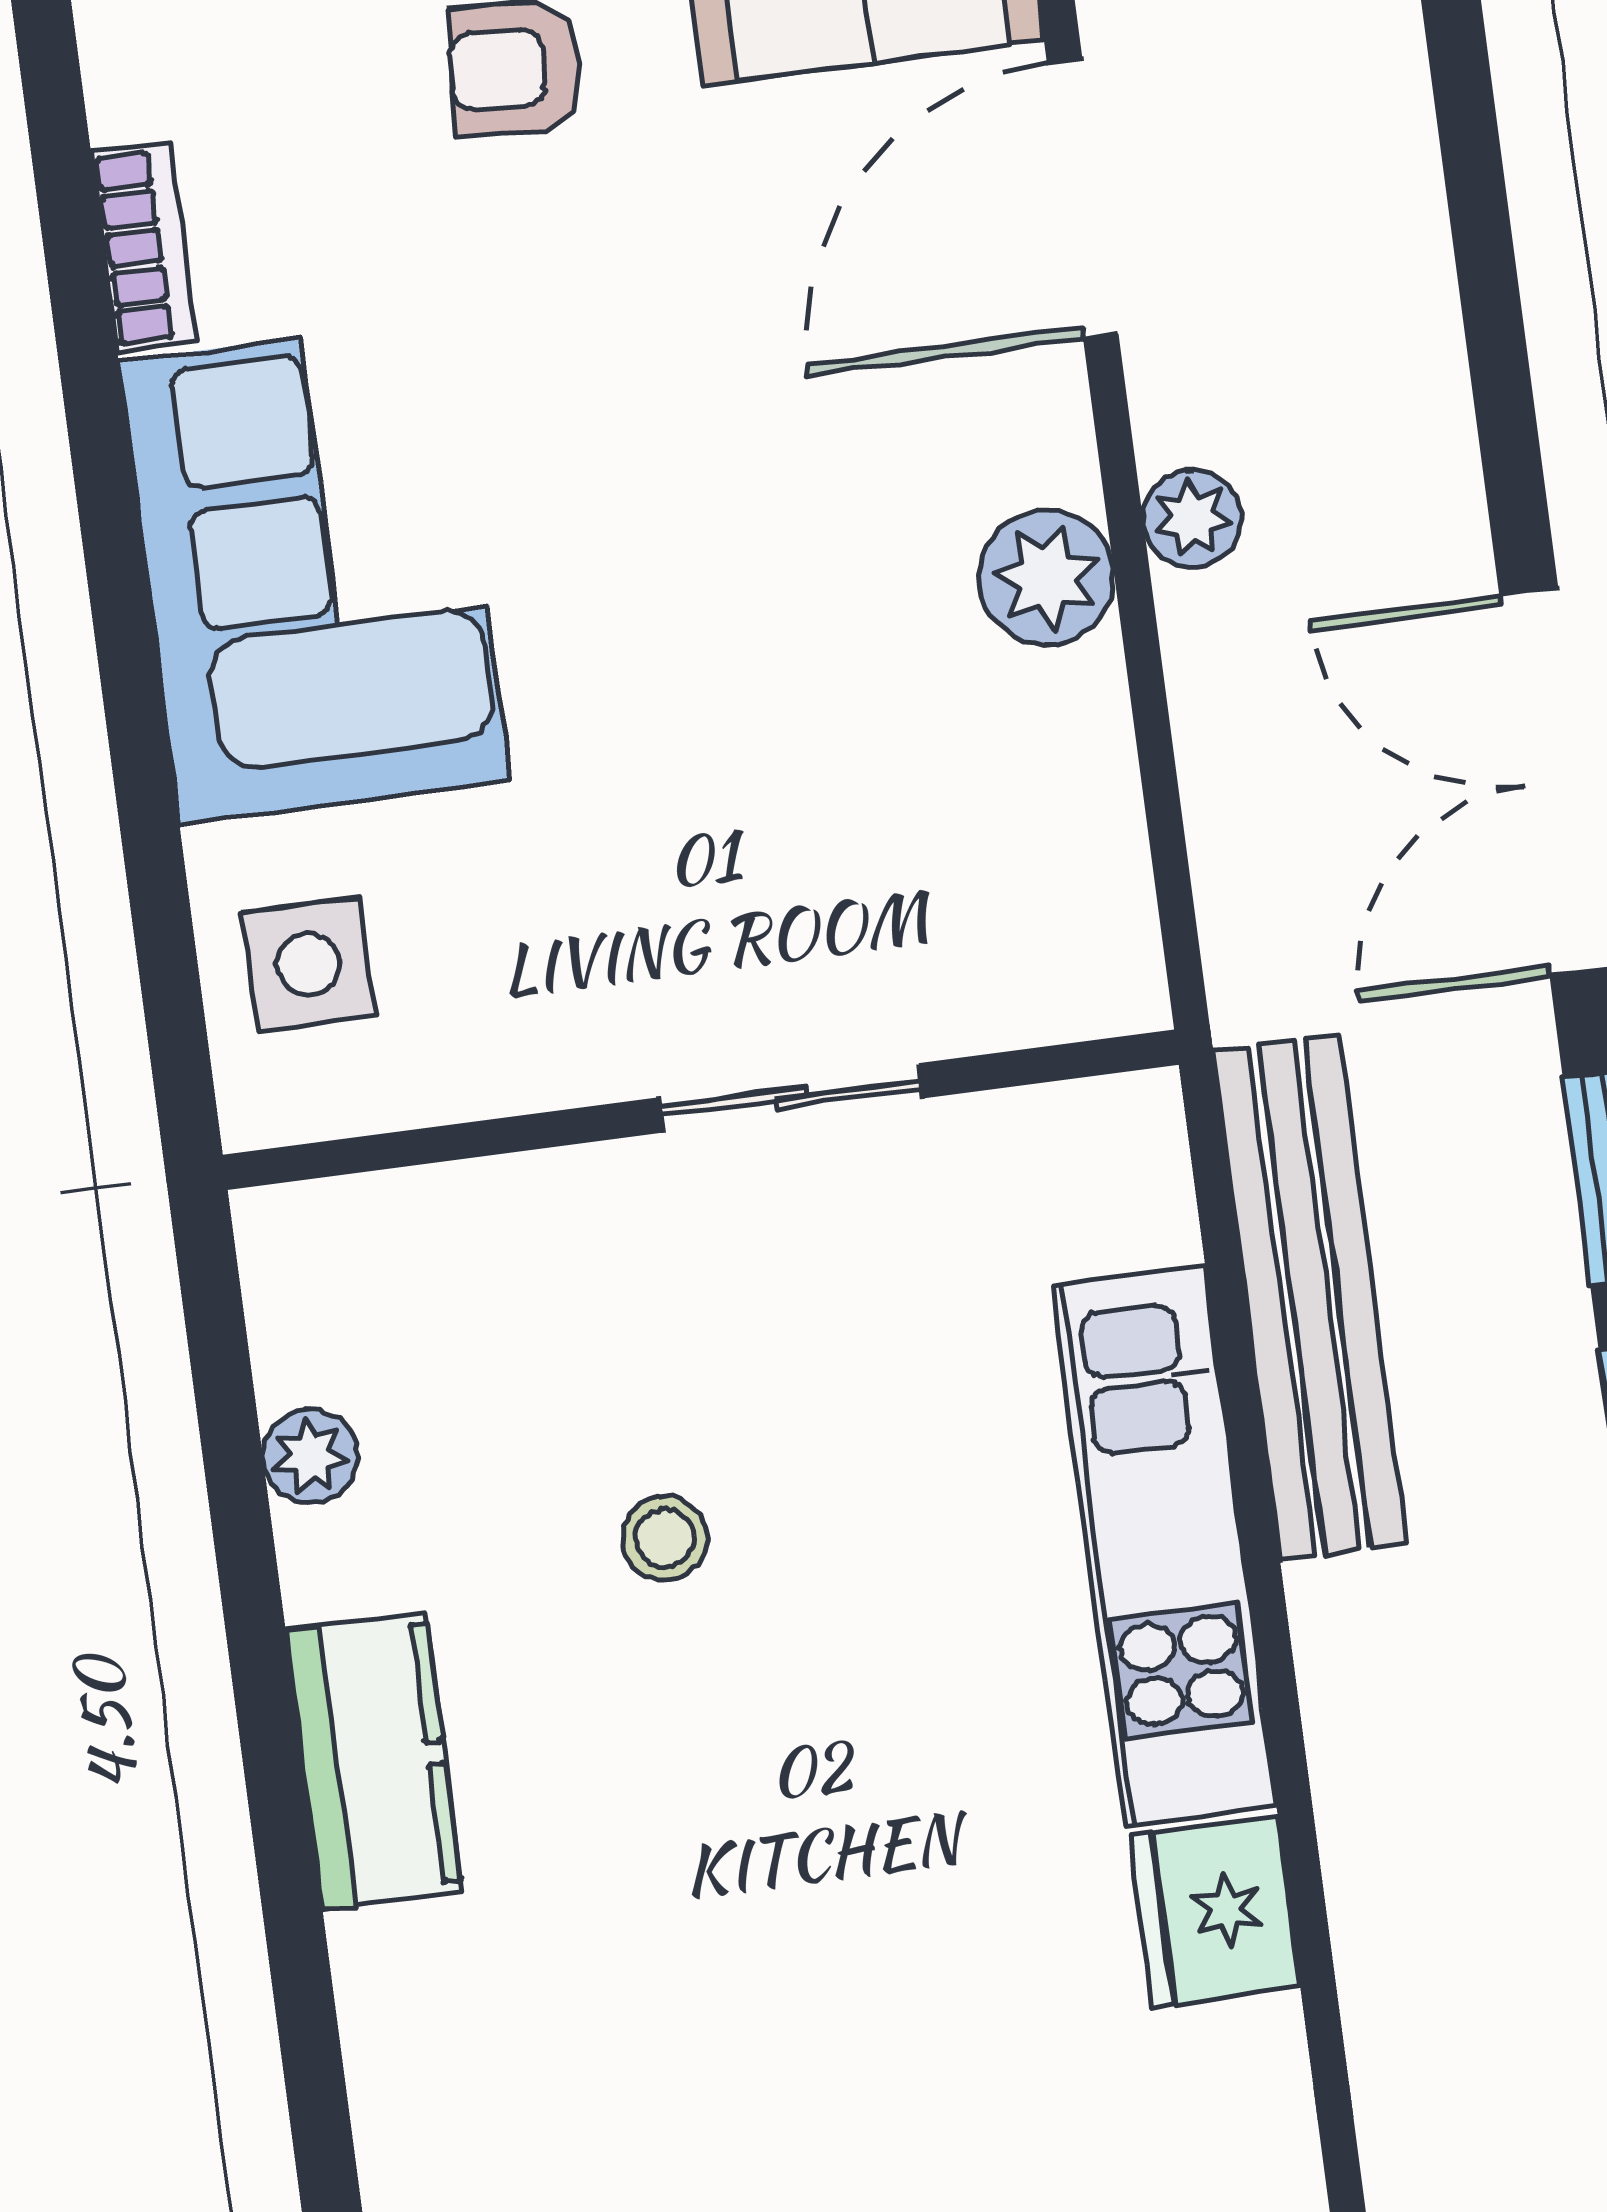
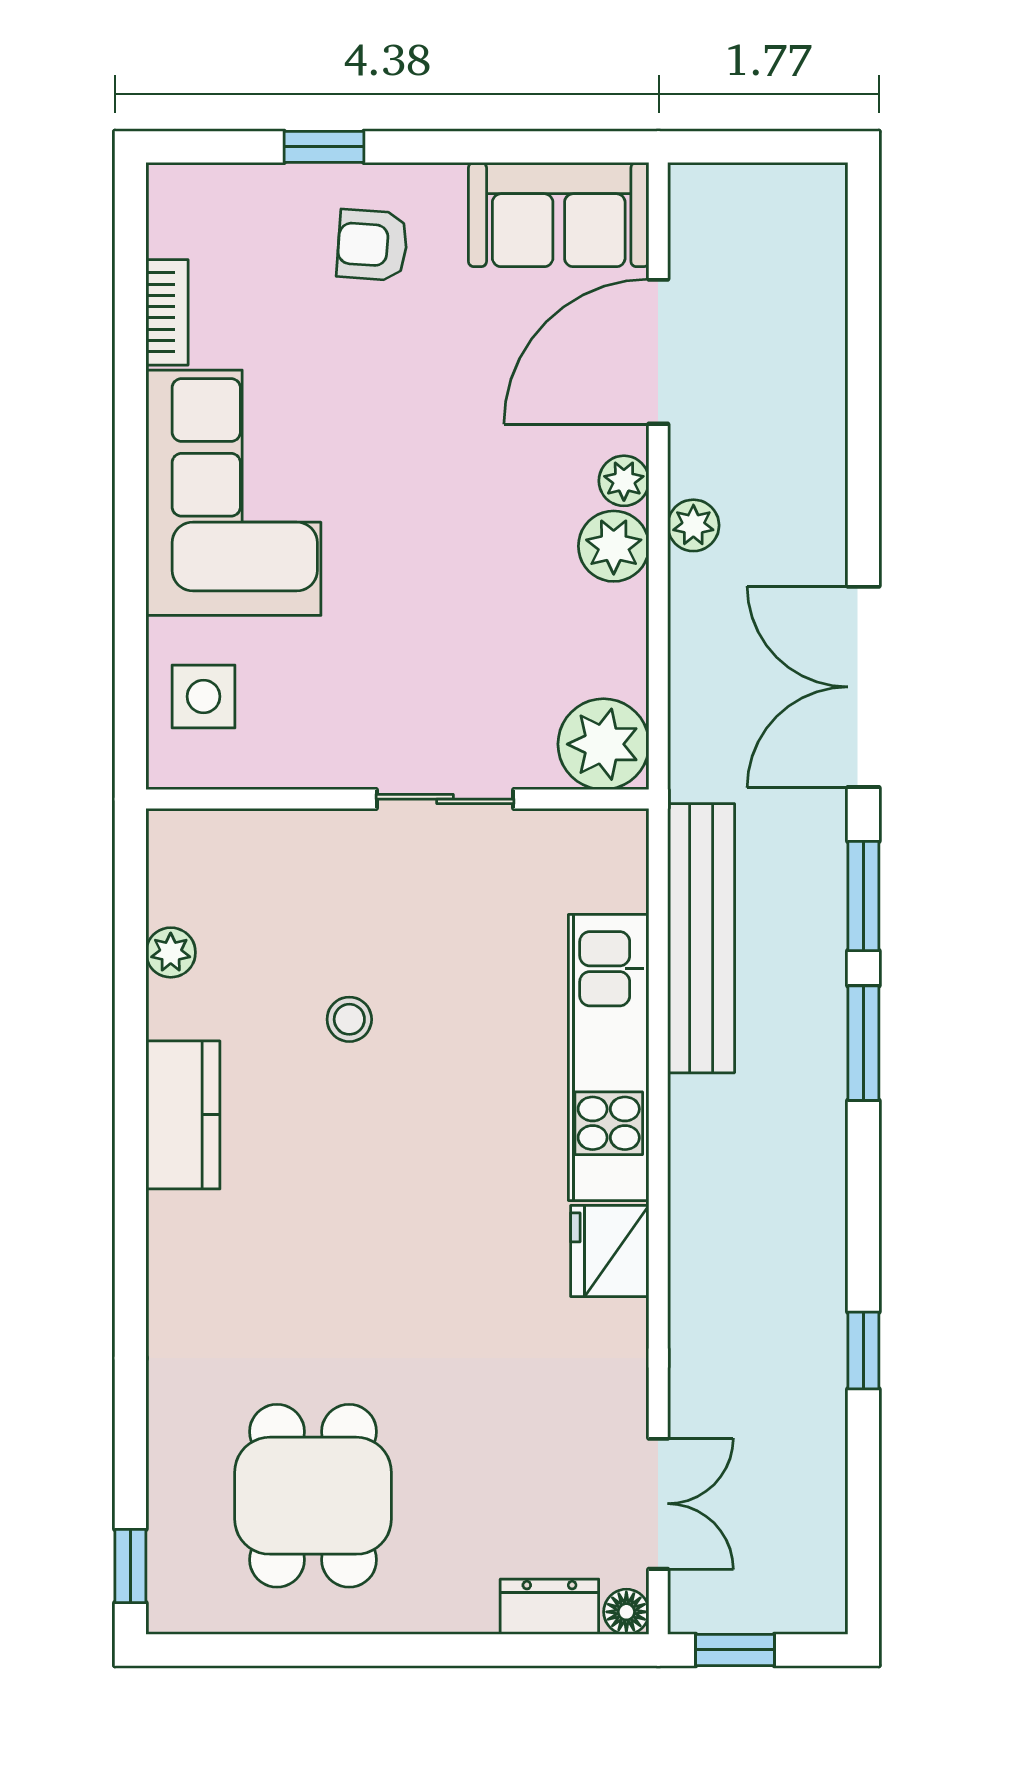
plant: (1050, 452) -> (624, 481), added
plant: (1077, 955) -> (603, 744), added

